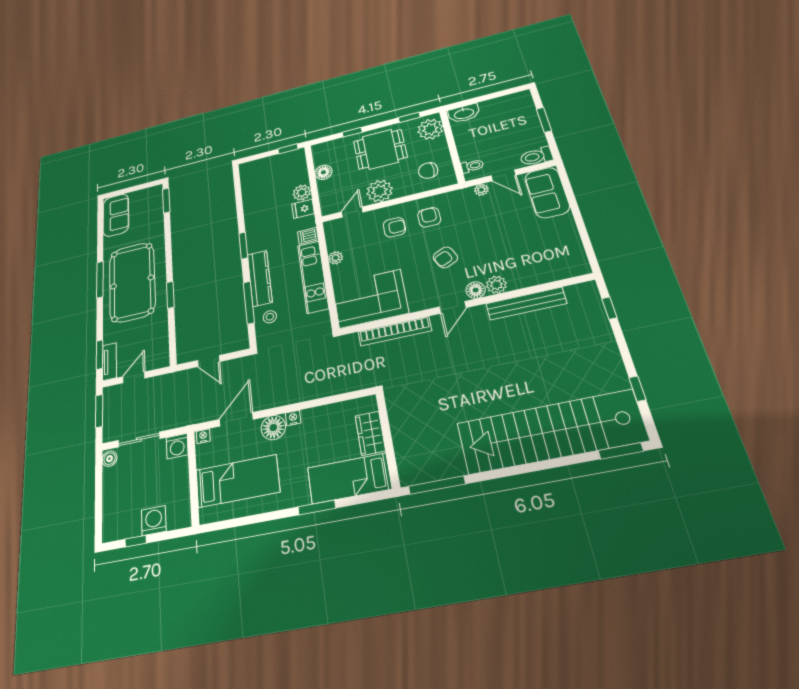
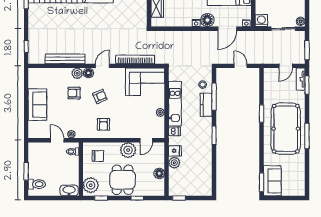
dining table: (380, 149) -> (123, 180), turned 90
toilet: (536, 156) -> (37, 184), moved
sofa: (547, 192) -> (37, 105), moved
sofa: (116, 215) -> (272, 181), moved, turned 180
armchair: (394, 227) -> (74, 93), moved
kitchen counter: (260, 278) -> (206, 105), width x0.67

